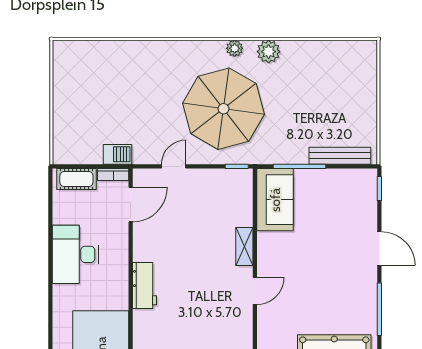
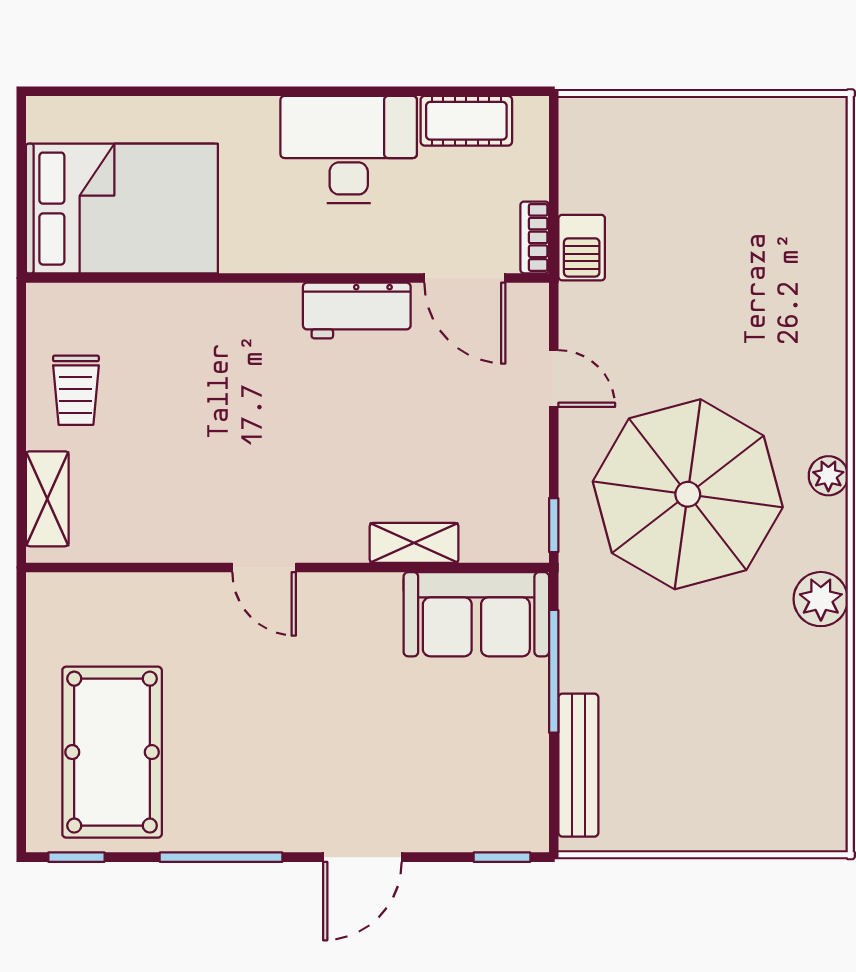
plant: (235, 48) -> (828, 476), moved
cot: (76, 179) -> (466, 121), moved, turned 90
shelving: (244, 246) -> (414, 543), moved
workbench: (144, 285) -> (357, 310), moved

